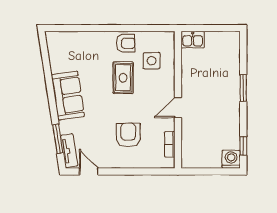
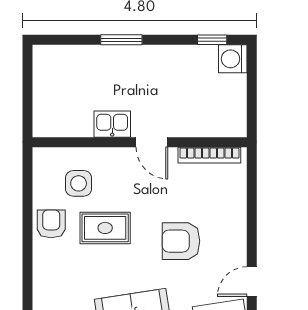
kitchen sink: (193, 40) -> (112, 124), moved, turned -90
armchair: (128, 135) -> (181, 241), moved
bookcase: (170, 144) -> (209, 155), width x1.56

